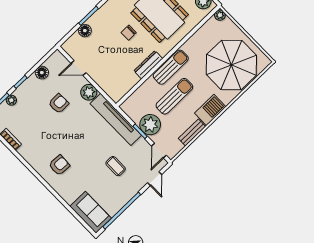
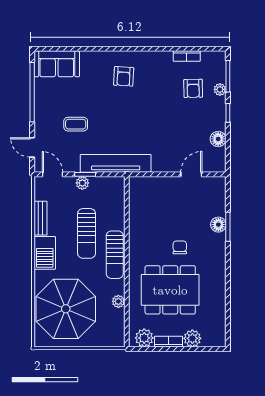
plant: (220, 15) -> (118, 301), moved
floor lamp: (85, 31) -> (218, 225), moved
dresser: (148, 65) -> (136, 237), removed
plant: (89, 92) -> (162, 163), removed
armchair: (59, 104) -> (193, 88), moved
plant: (150, 125) -> (82, 183), width x0.53, depth x0.53

